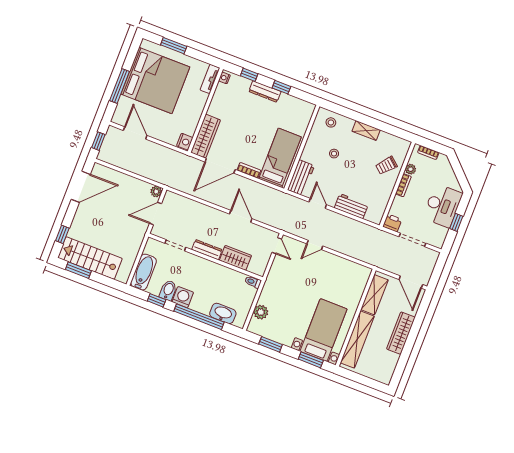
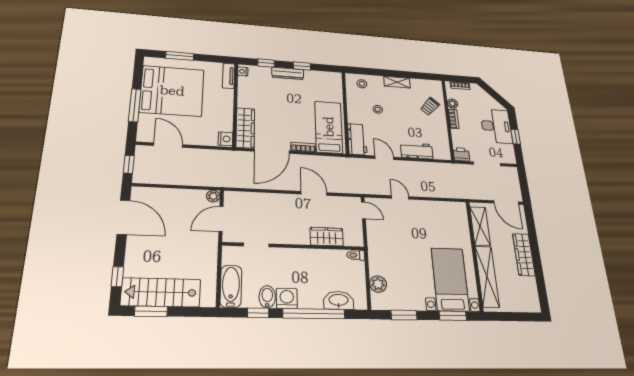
door: (81, 187) -> (123, 217), hinge flipped
door: (315, 245) -> (400, 197), swing flipped
dresser: (207, 250) -> (293, 238), removed

